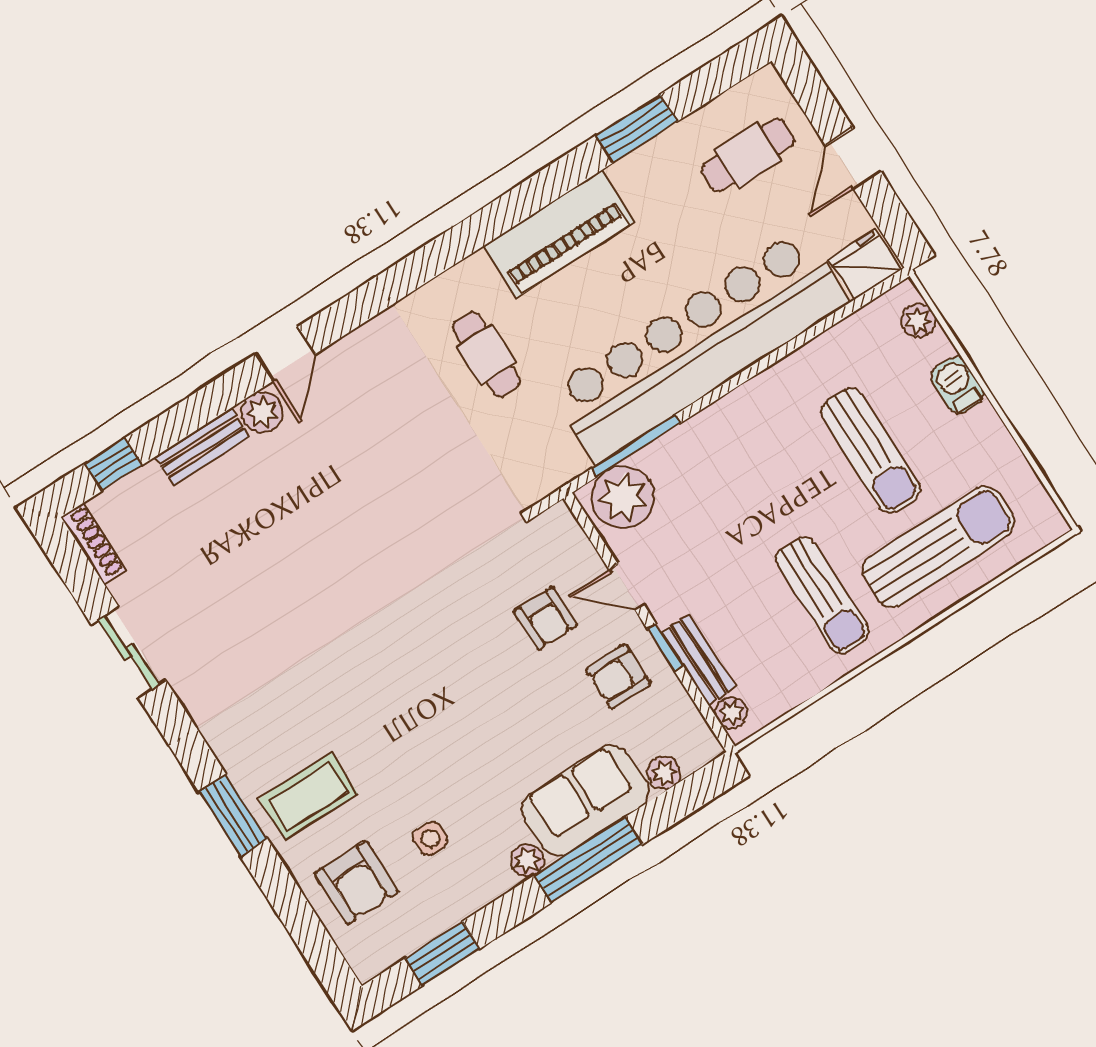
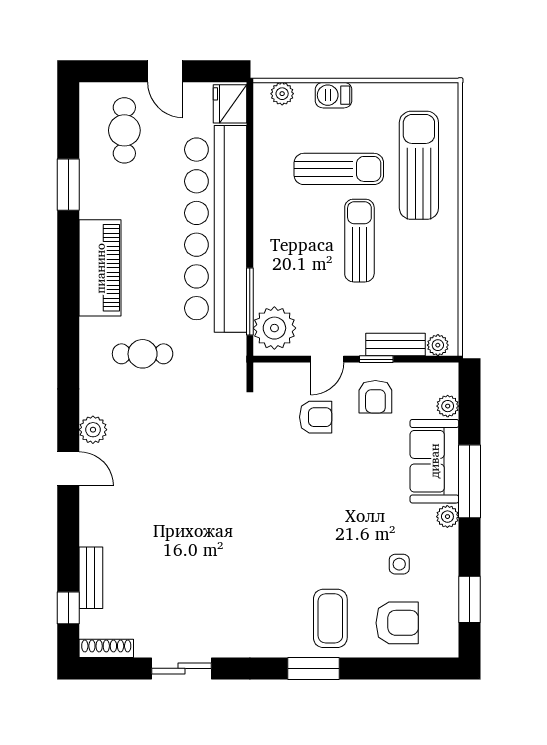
plant: (262, 412) -> (93, 430), moved
bench: (202, 447) -> (91, 578), moved
sun lounger: (822, 595) -> (359, 241), moved, turned -90

